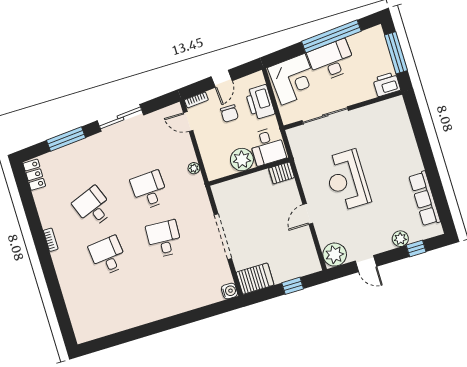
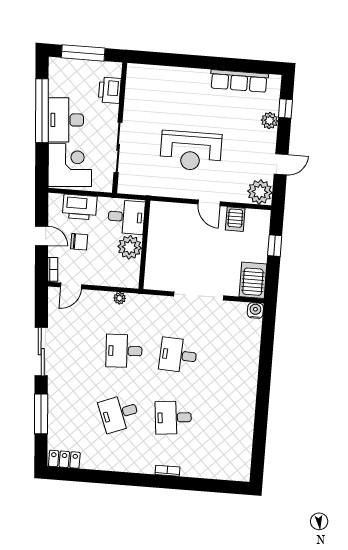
printer: (387, 84) -> (110, 90), moved
server rack: (282, 173) -> (235, 219), moved
bookcase: (51, 240) -> (167, 471), moved

